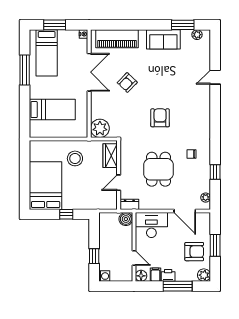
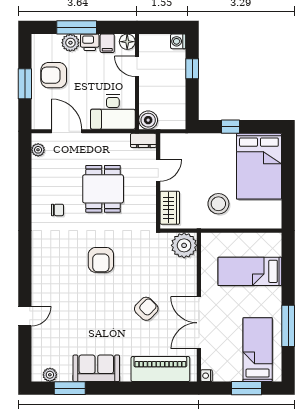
window: (215, 172) -> (25, 185), removed
plant: (204, 275) -> (70, 43), moved

